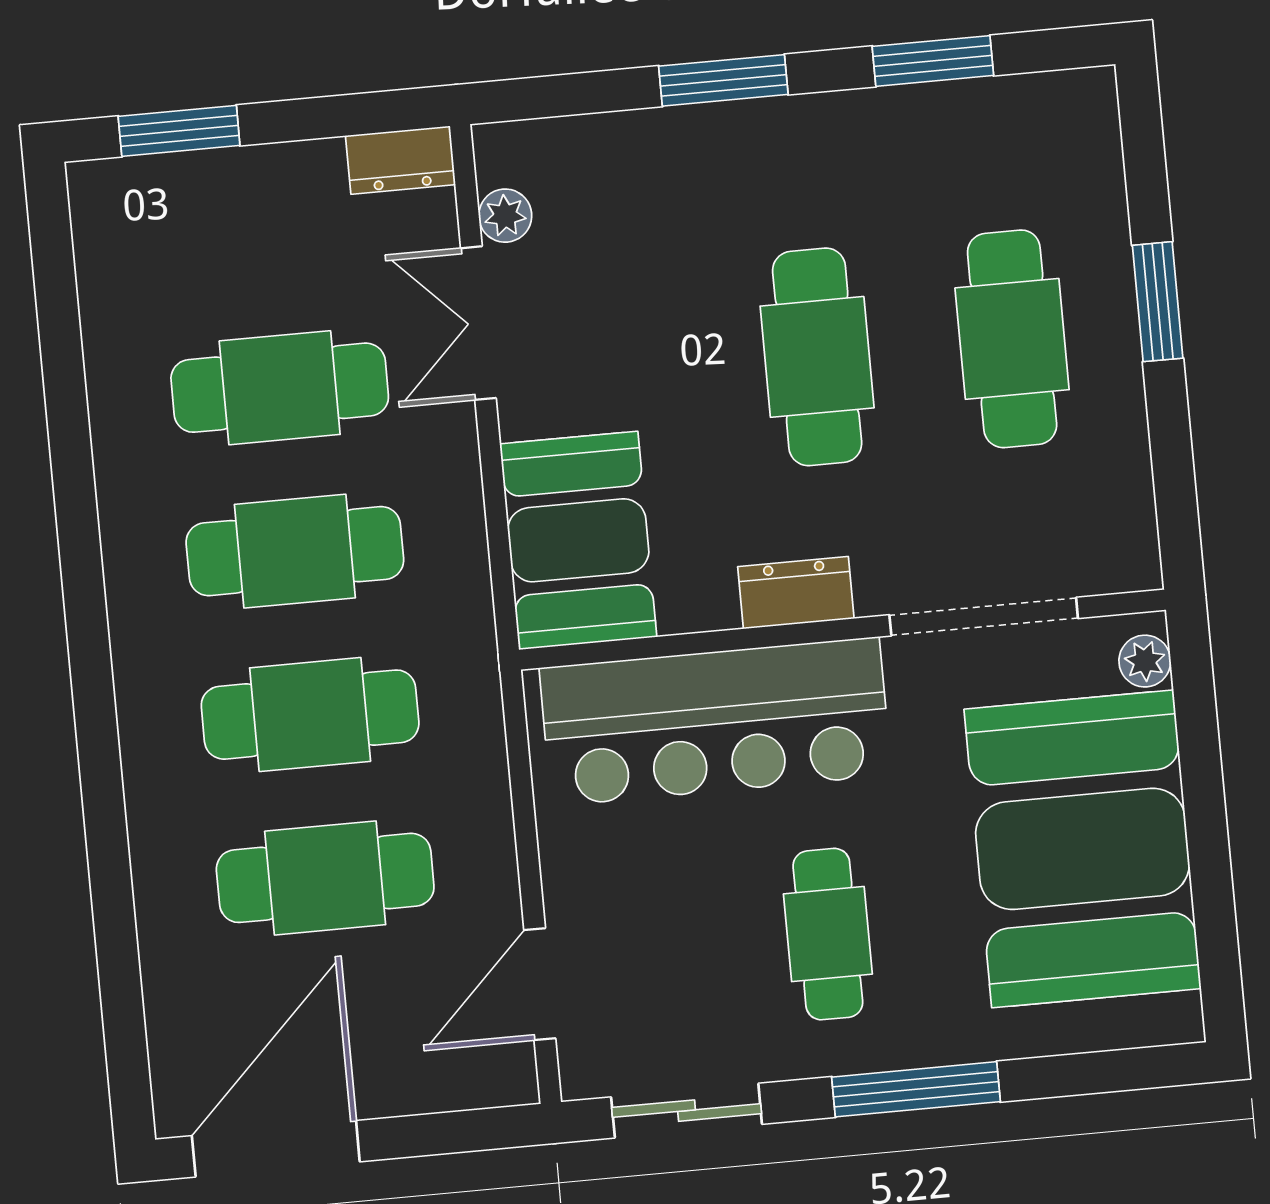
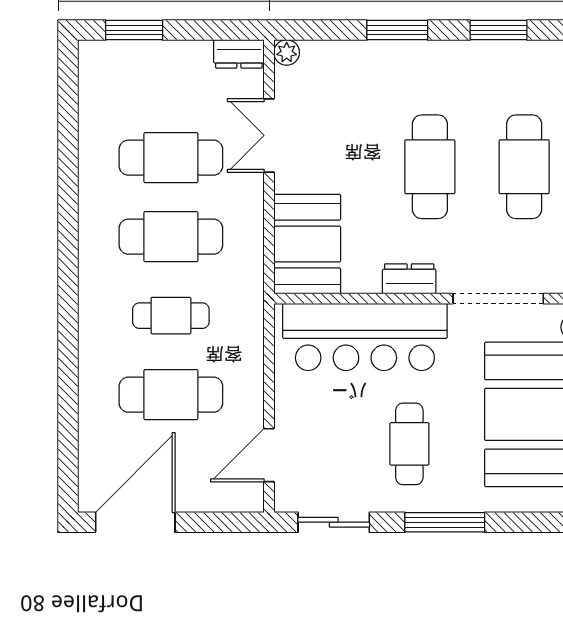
plant: (505, 216) -> (287, 52), moved
cafe table: (310, 715) -> (171, 316), width x0.73, depth x0.74

